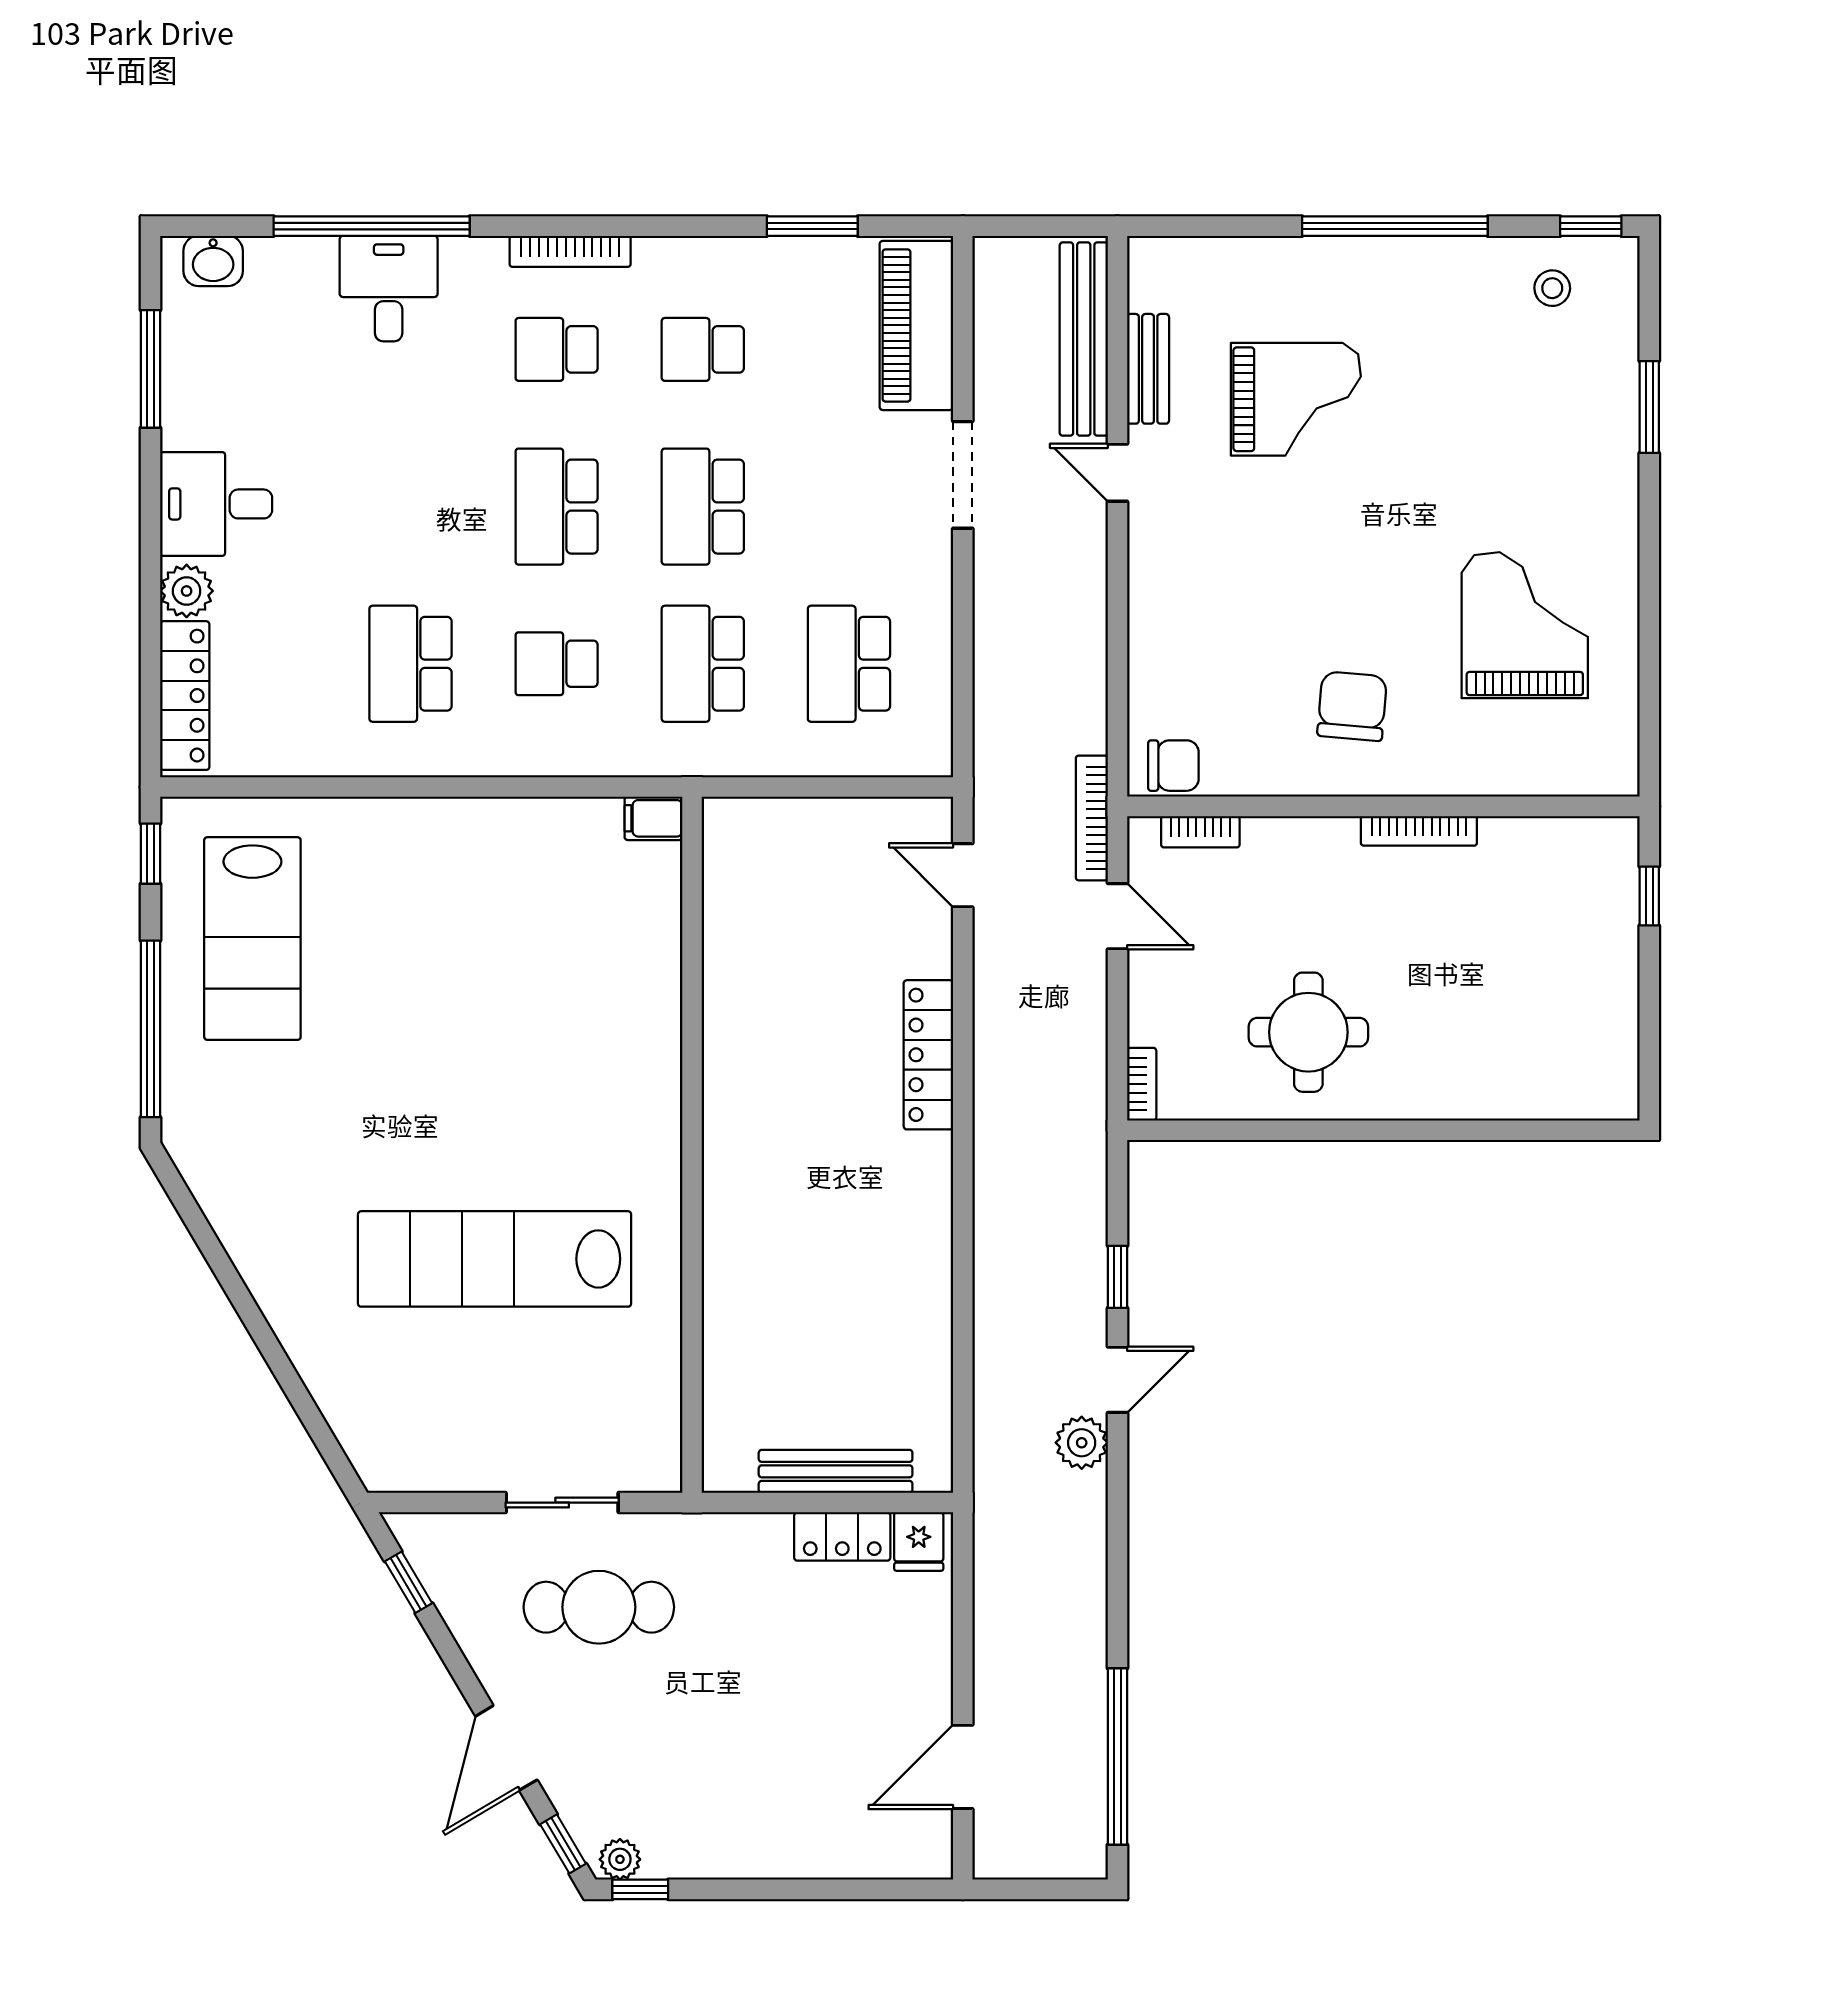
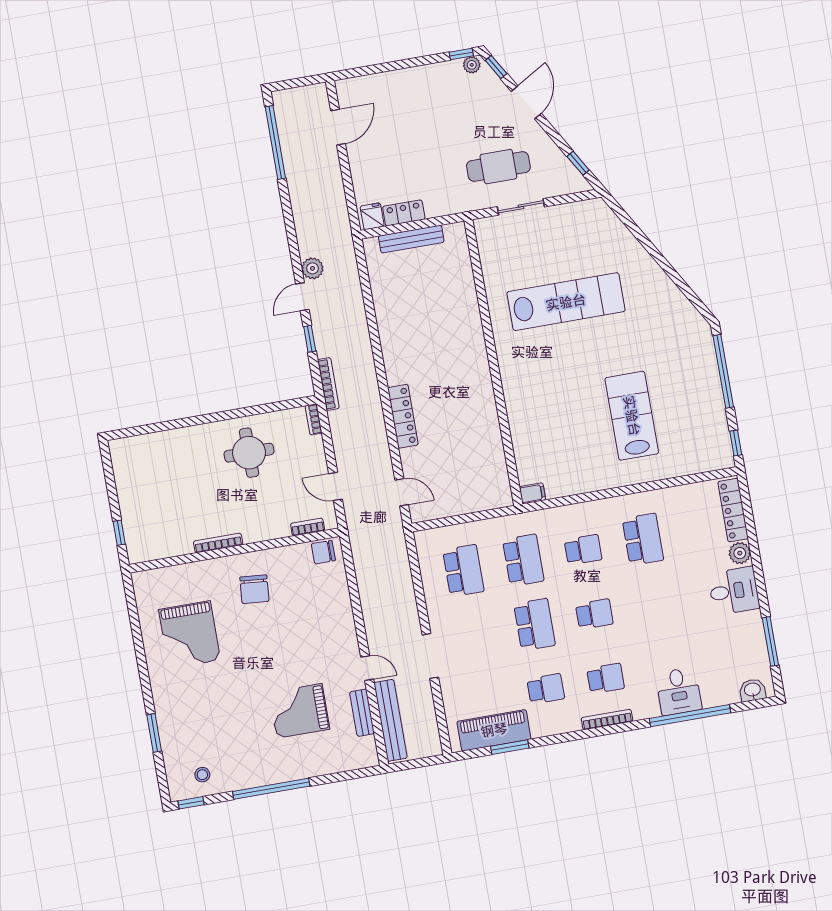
piano: (916, 325) -> (494, 730), moved, turned -90
school desk: (557, 507) -> (594, 614), width x0.54
bookcase: (1092, 818) -> (328, 384), moved
lab bench: (252, 939) -> (632, 416), moved

